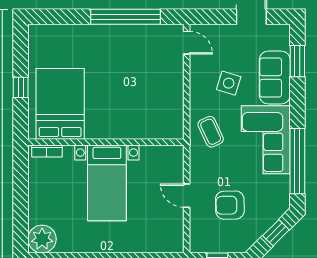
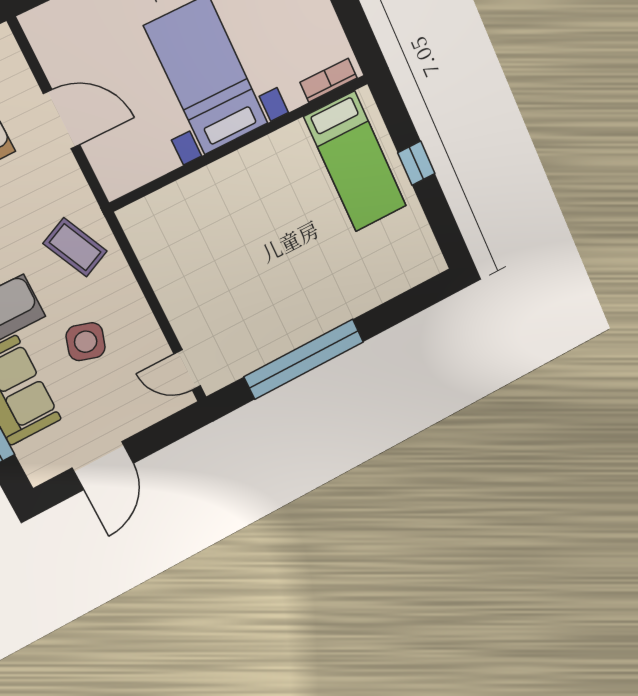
bed: (60, 104) -> (355, 162), width x0.67
door: (187, 196) -> (62, 119), width x1.38

